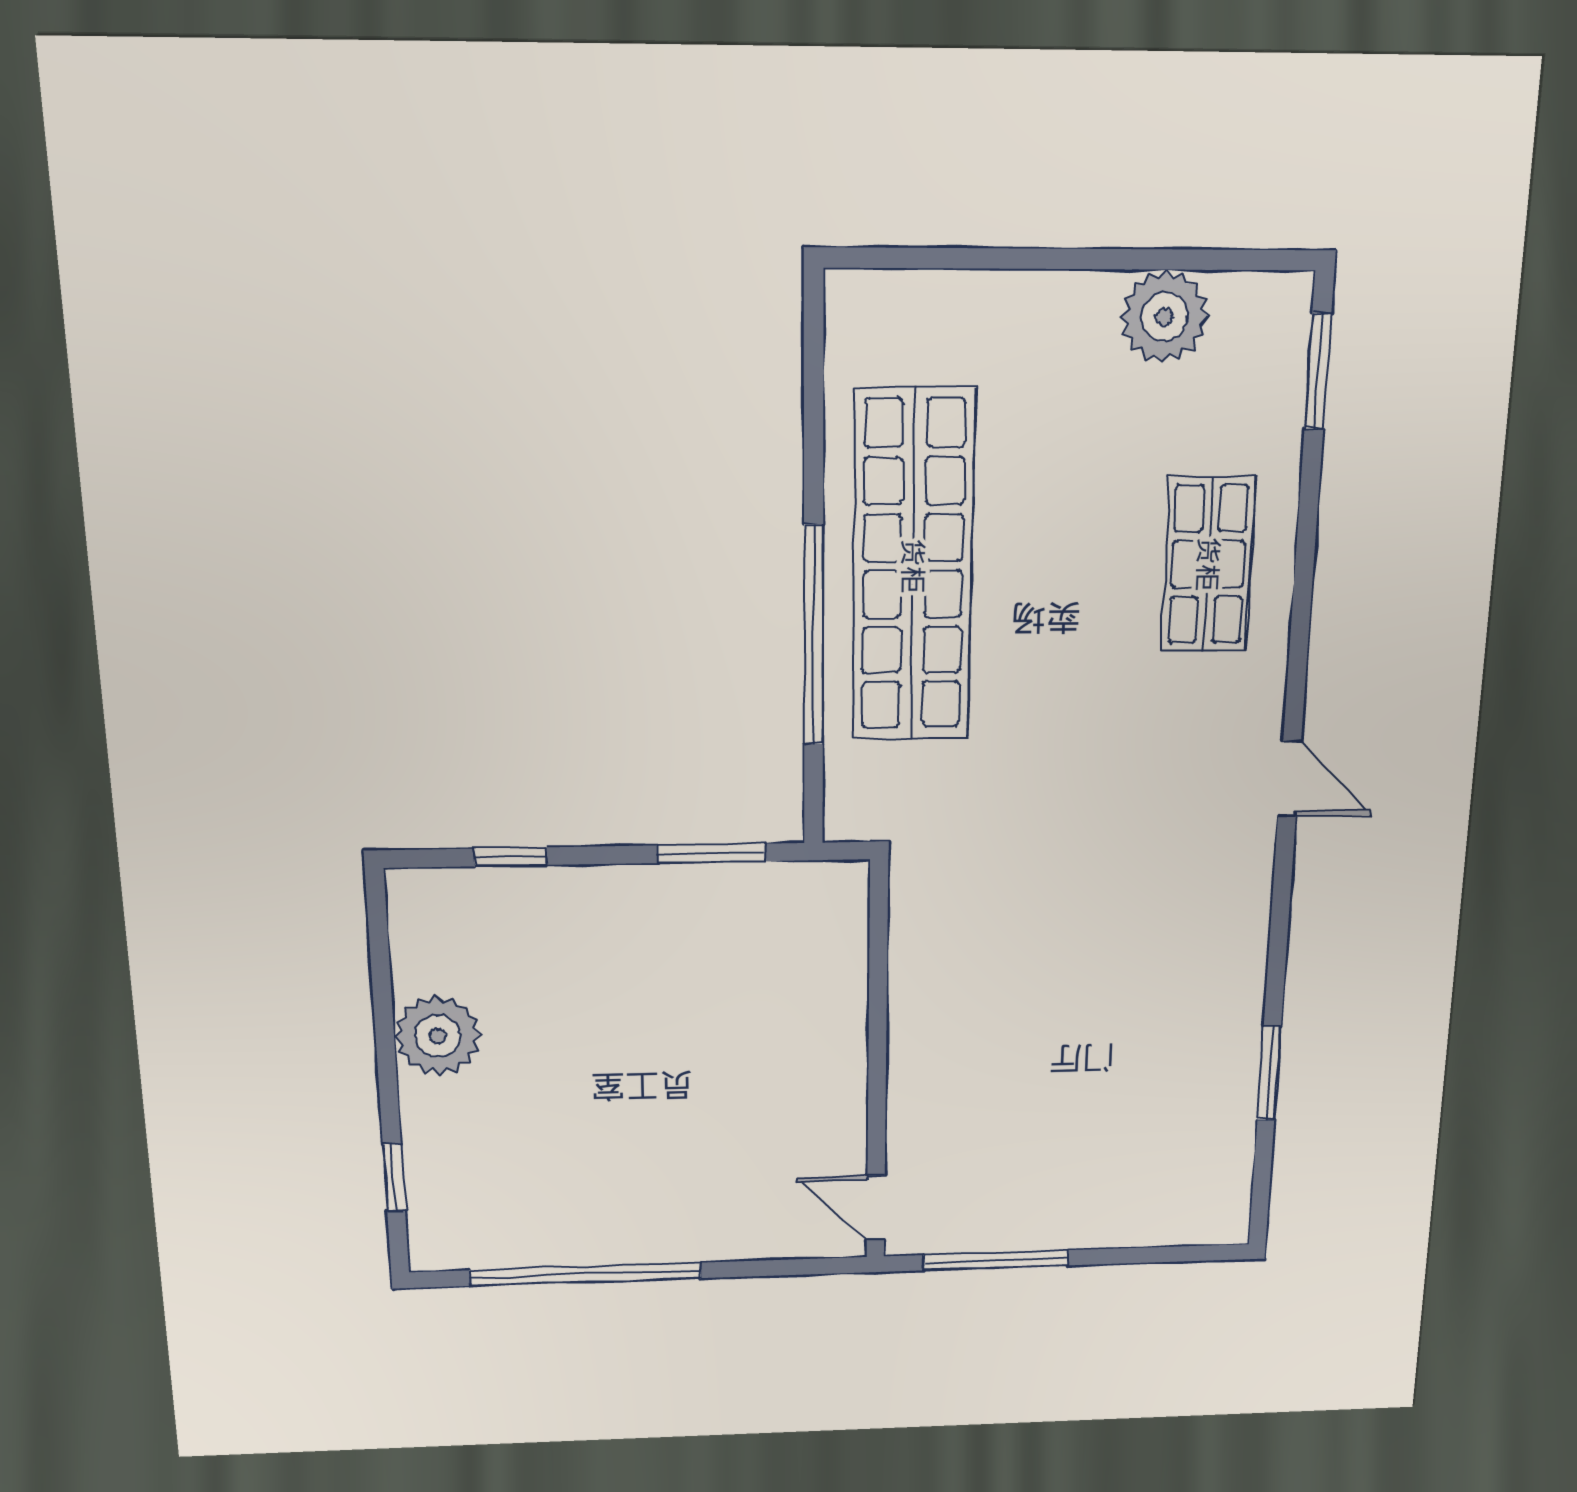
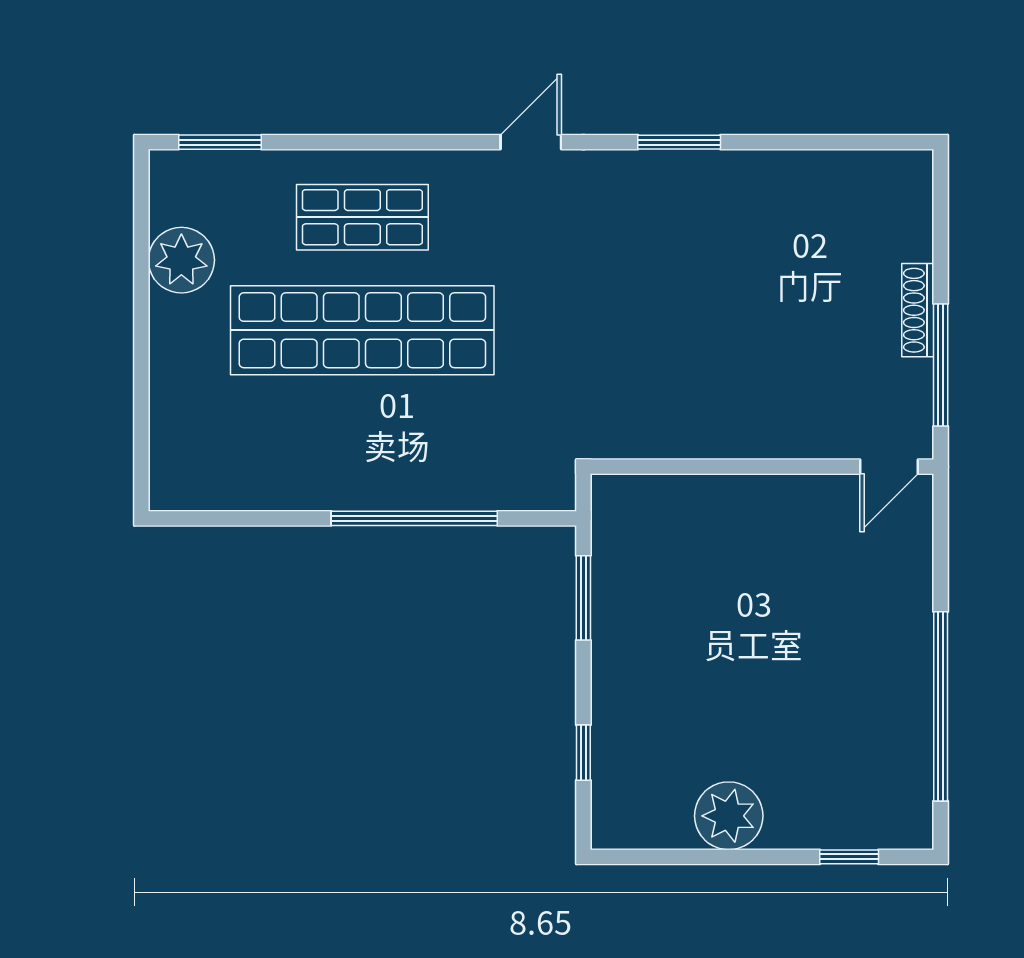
shop shelf: (913, 566) -> (362, 330), moved
window: (1269, 1073) -> (679, 142), moved
shoe rack: (1062, 1233) -> (918, 310), added

